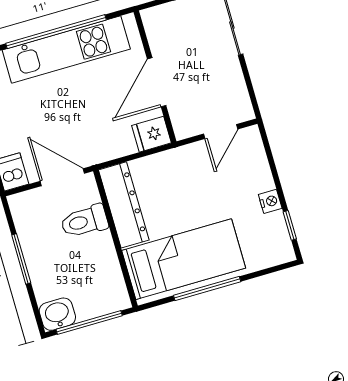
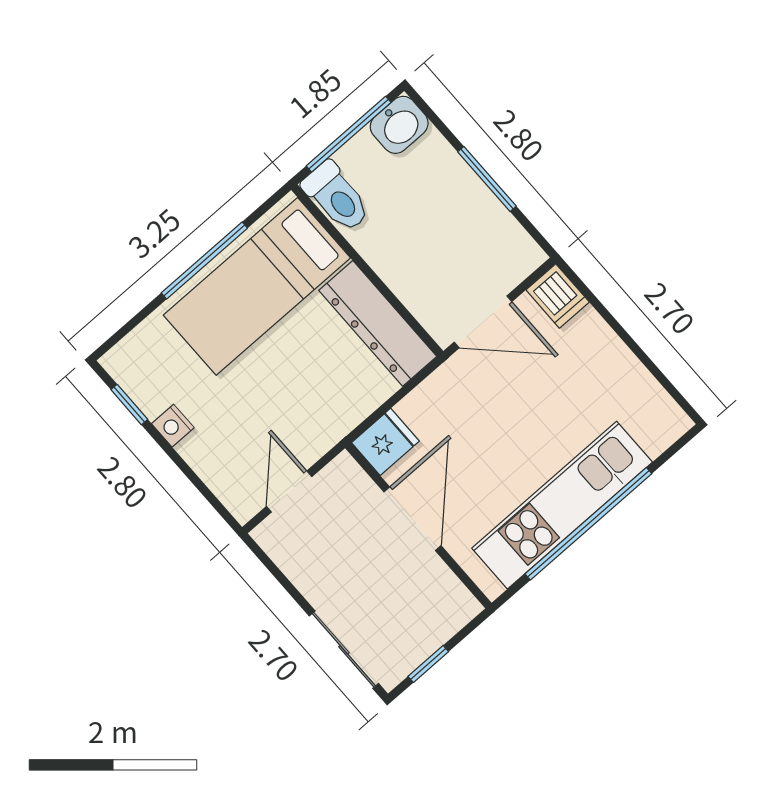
toilet: (84, 221) -> (336, 197), moved, turned 90

